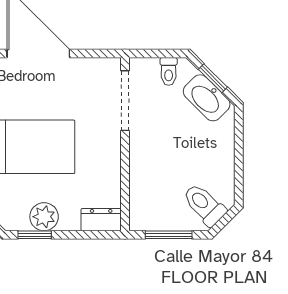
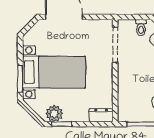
plant: (44, 217) -> (54, 113), moved

